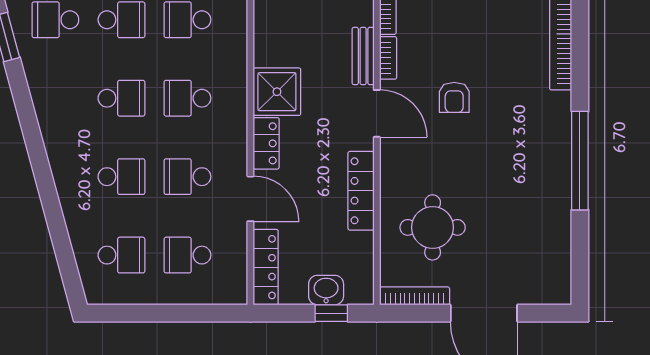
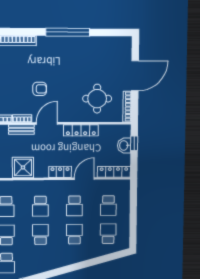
shower: (277, 92) -> (23, 167), moved

